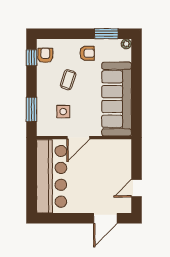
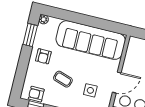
armchair: (87, 53) -> (43, 56), turned 180
door: (78, 138) -> (117, 83), hinge flipped

